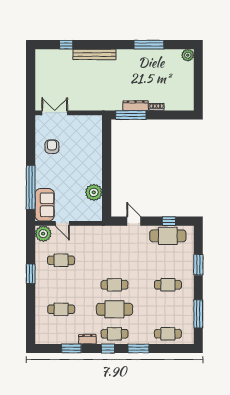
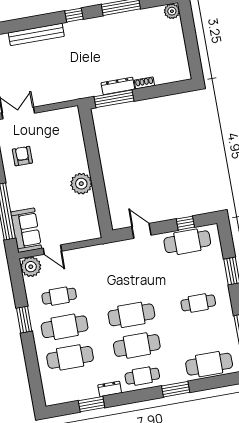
window: (66, 45) -> (74, 15), moved
bench: (94, 54) -> (36, 34), moved
plant: (94, 192) -> (81, 184), moved
cafe table: (61, 285) -> (65, 327), added
cafe table: (114, 285) -> (131, 315), width x1.37, depth x1.35
cafe table: (61, 309) -> (70, 357), width x1.37, depth x1.35
cafe table: (168, 334) -> (209, 364), width x1.37, depth x1.35
window: (108, 348) -> (137, 396), removed

